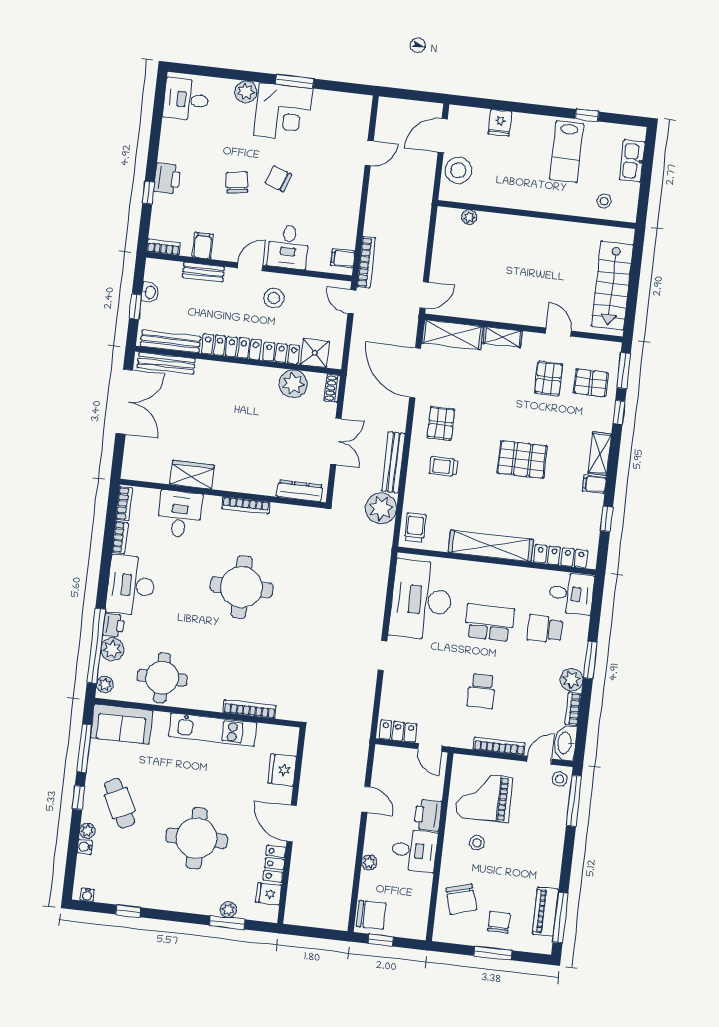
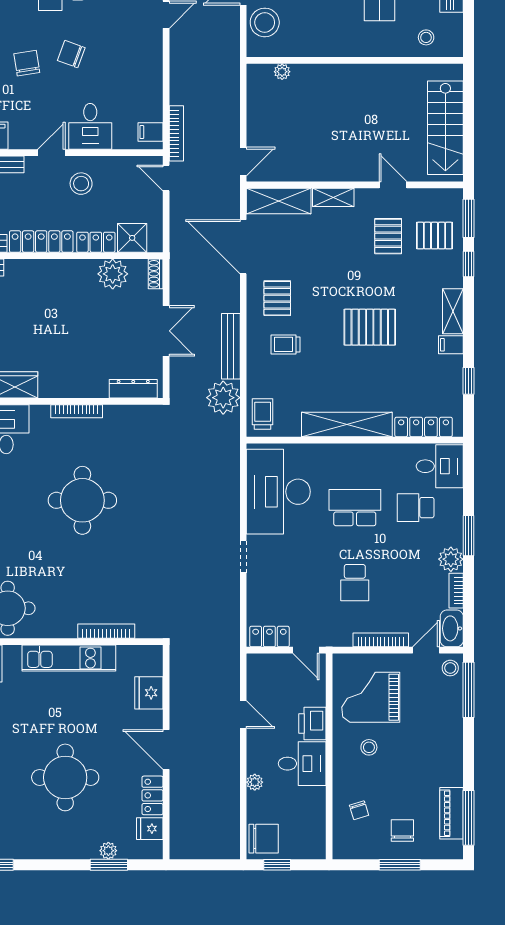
chair: (461, 899) -> (359, 810), width x0.54, depth x0.54

